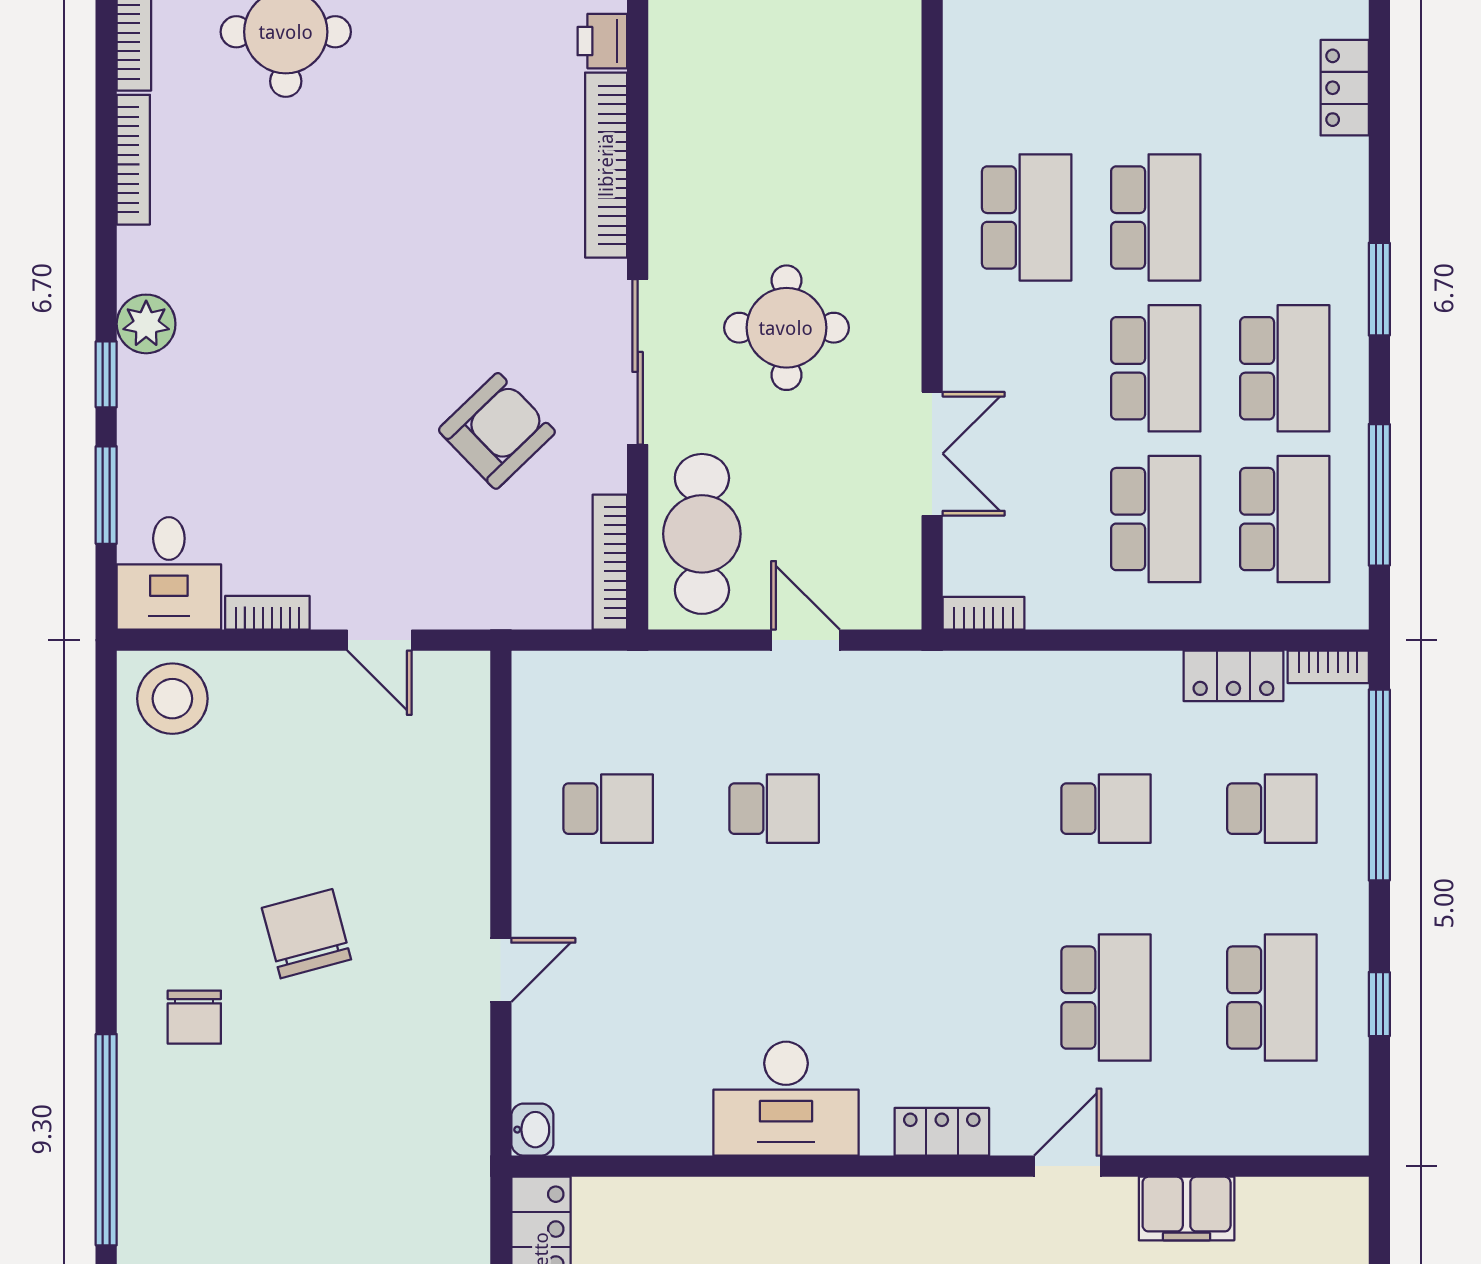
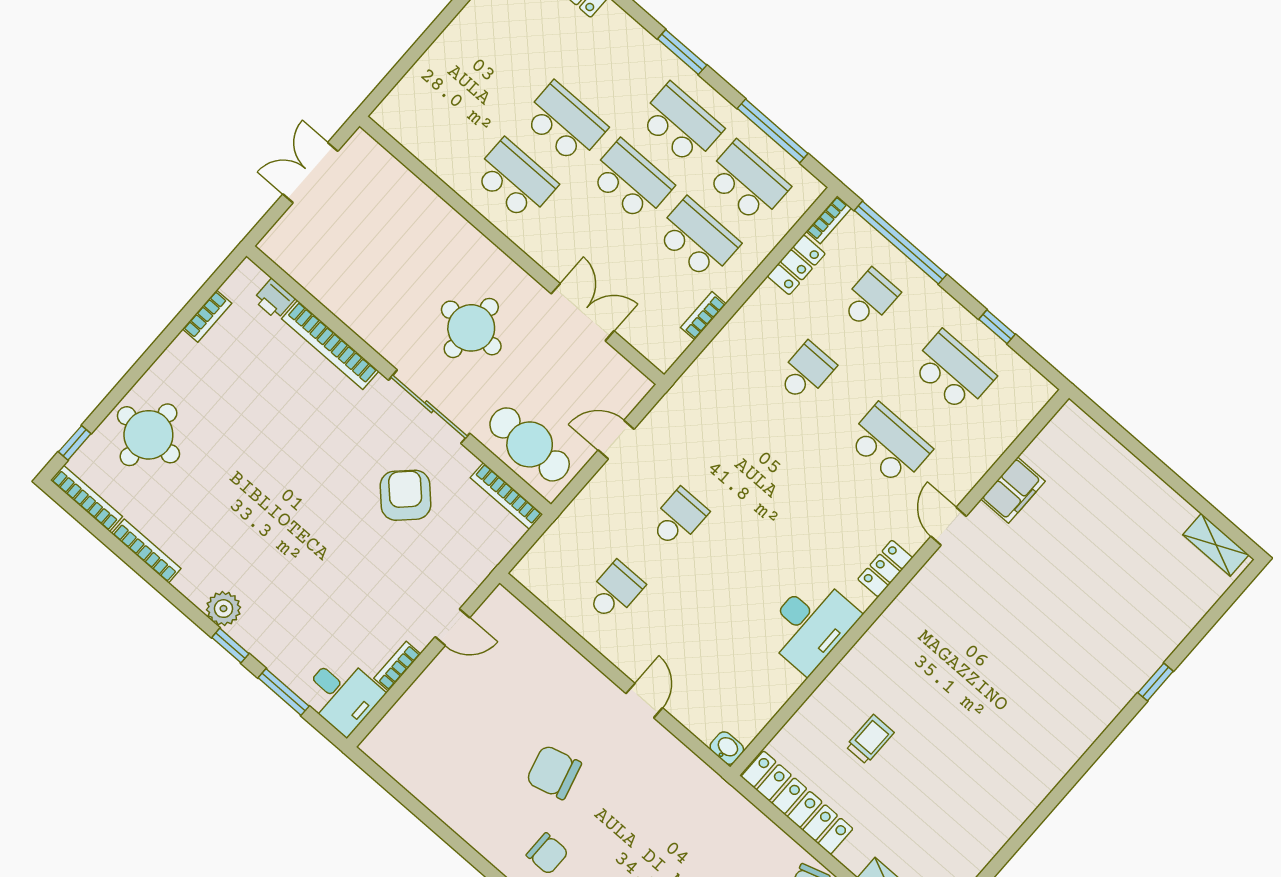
bookcase: (984, 613) -> (703, 316), moved
stool: (172, 699) -> (399, 741), removed

